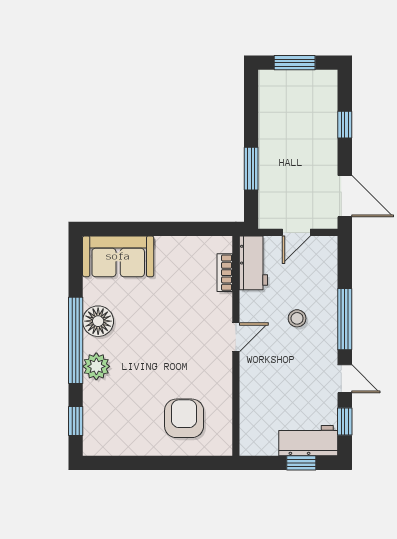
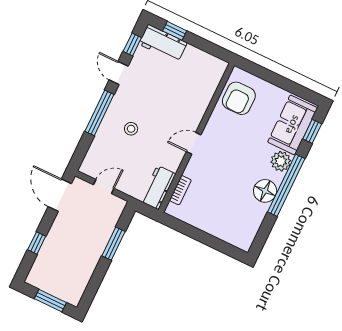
sofa: (118, 256) -> (293, 125), moved, turned -90
workbench: (253, 263) -> (158, 188), moved
bookcase: (225, 273) -> (180, 190), moved
door: (236, 337) -> (194, 143), moved
wall: (236, 346) -> (196, 138), moved

